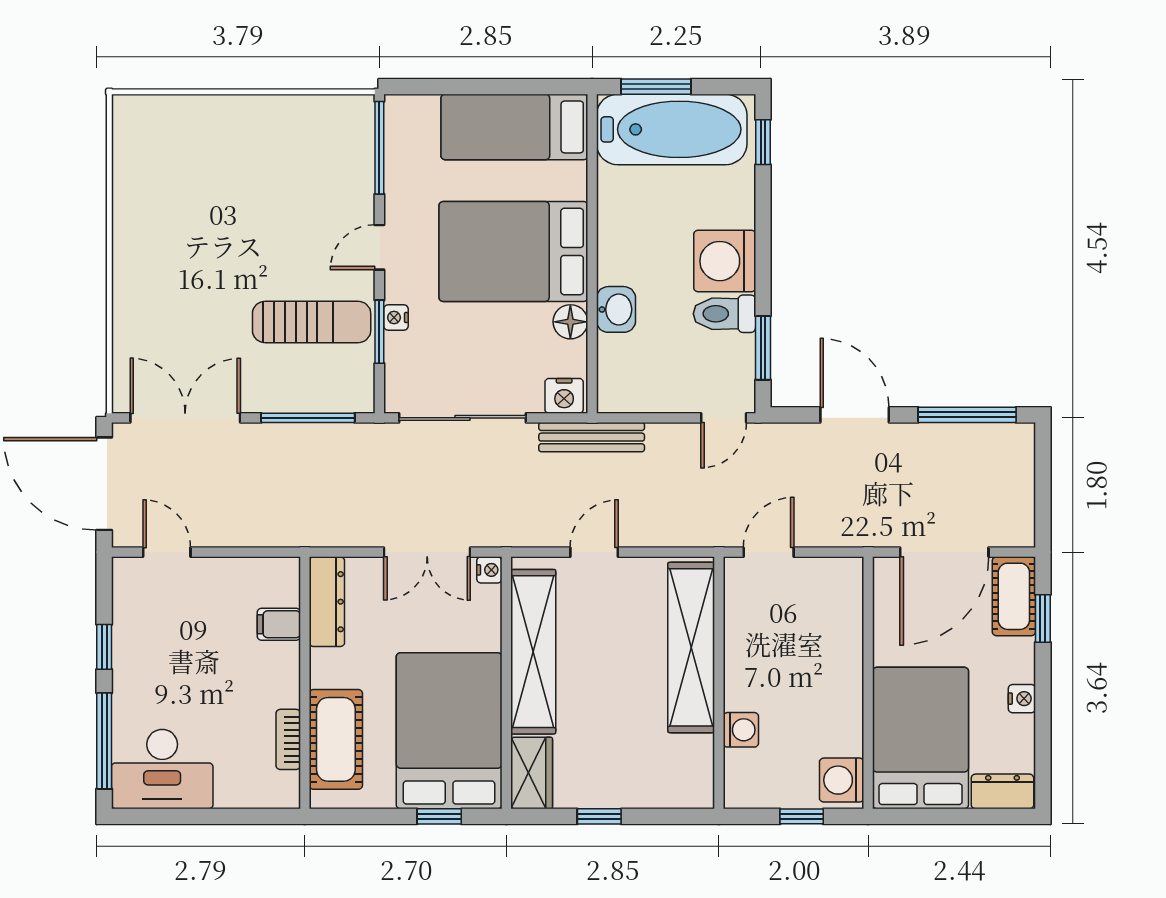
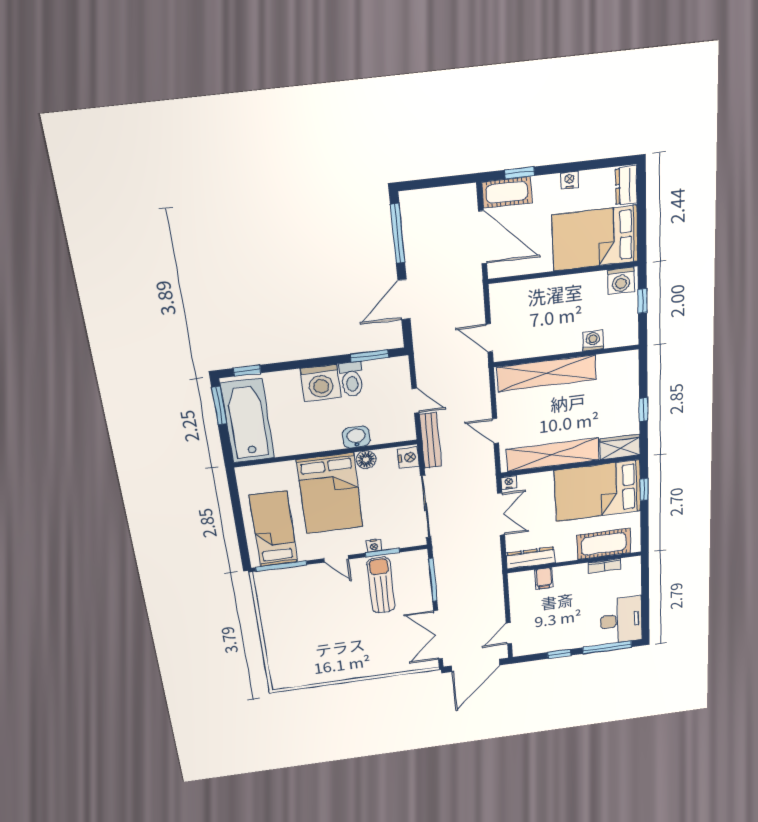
window: (656, 87) -> (219, 406), moved
bed: (514, 127) -> (273, 529), moved, turned 180
door: (724, 418) -> (416, 401), moved

